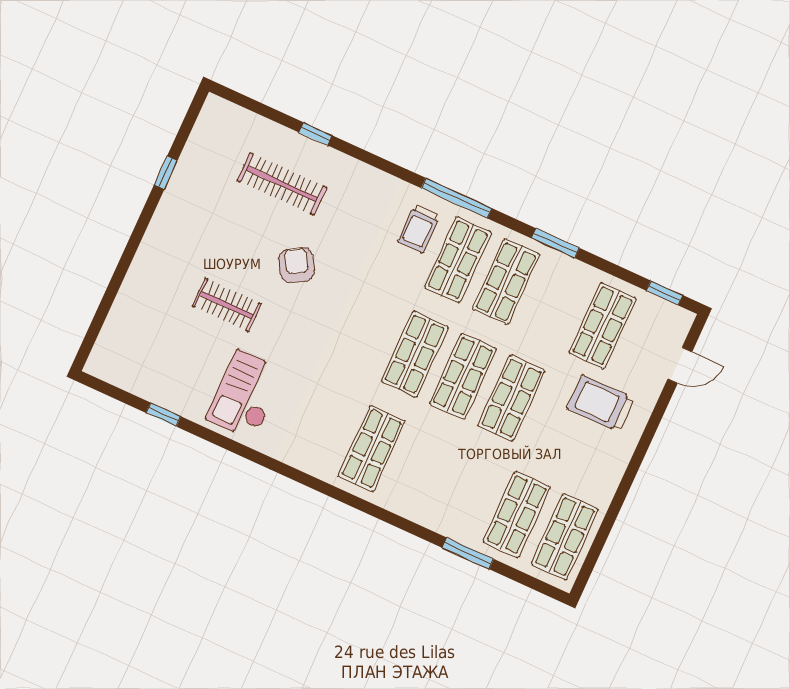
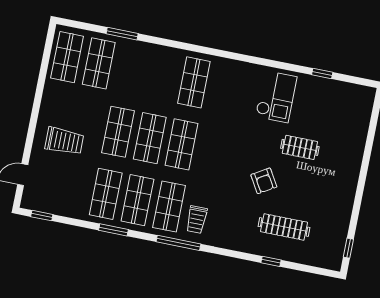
window: (166, 173) -> (348, 248), moved
trolley: (419, 229) -> (197, 220), turned 180
shop shelf: (603, 326) -> (106, 194), moved

